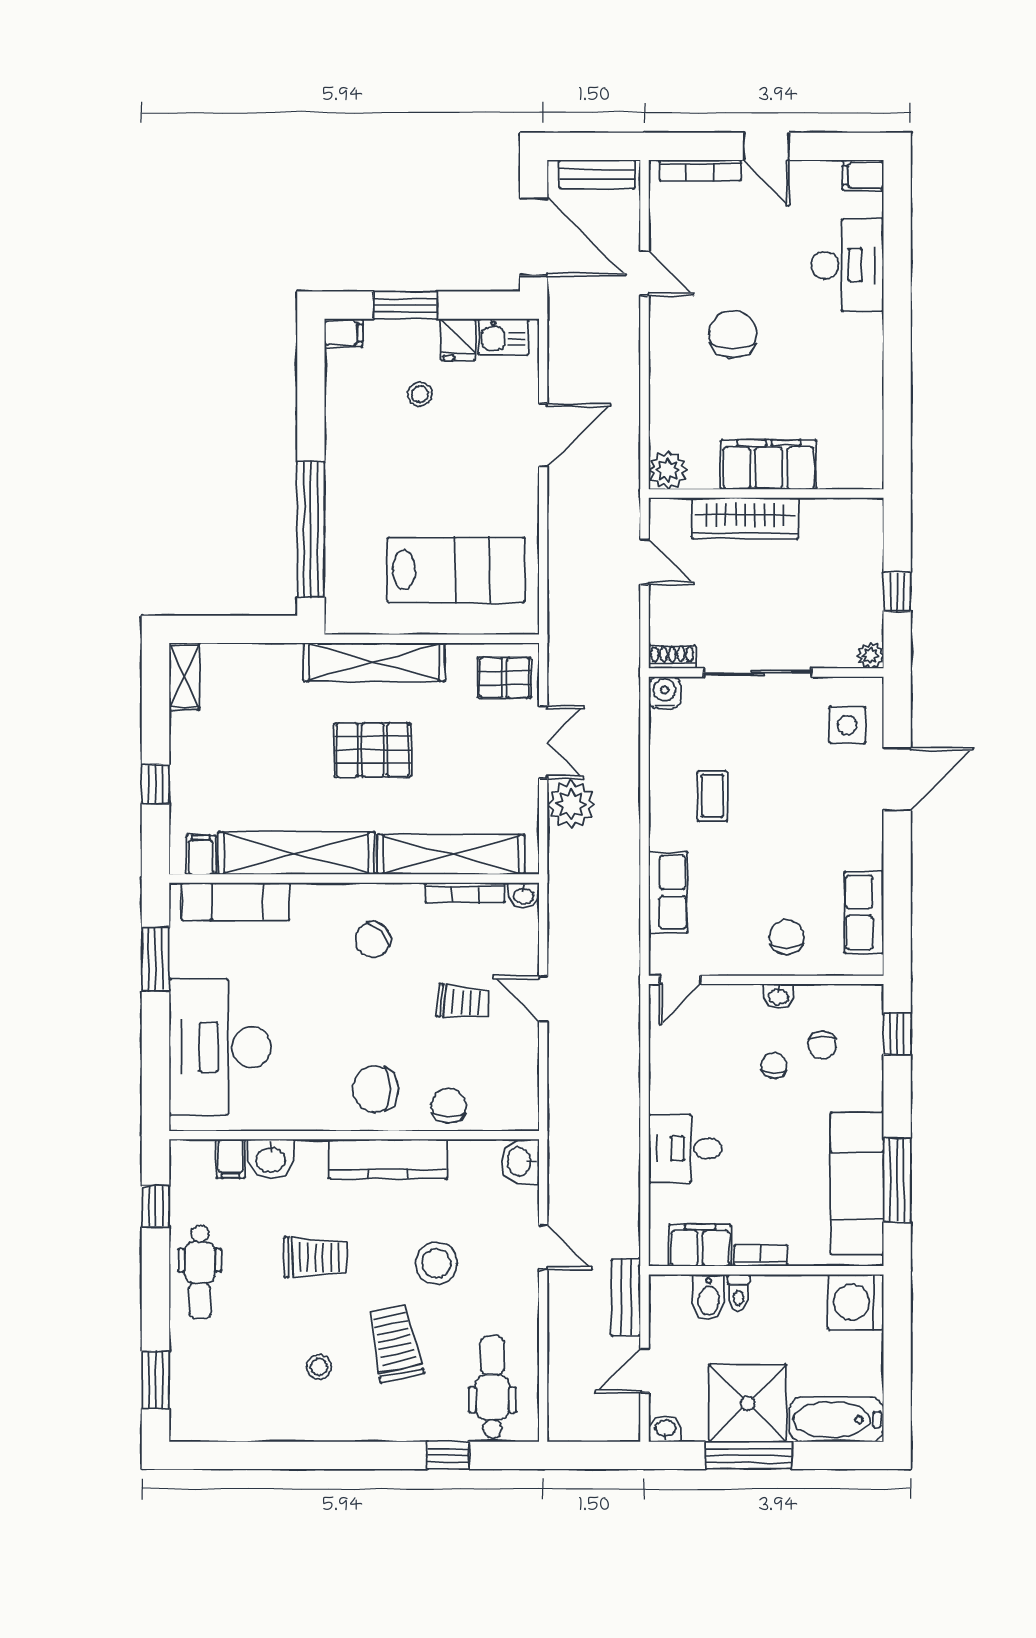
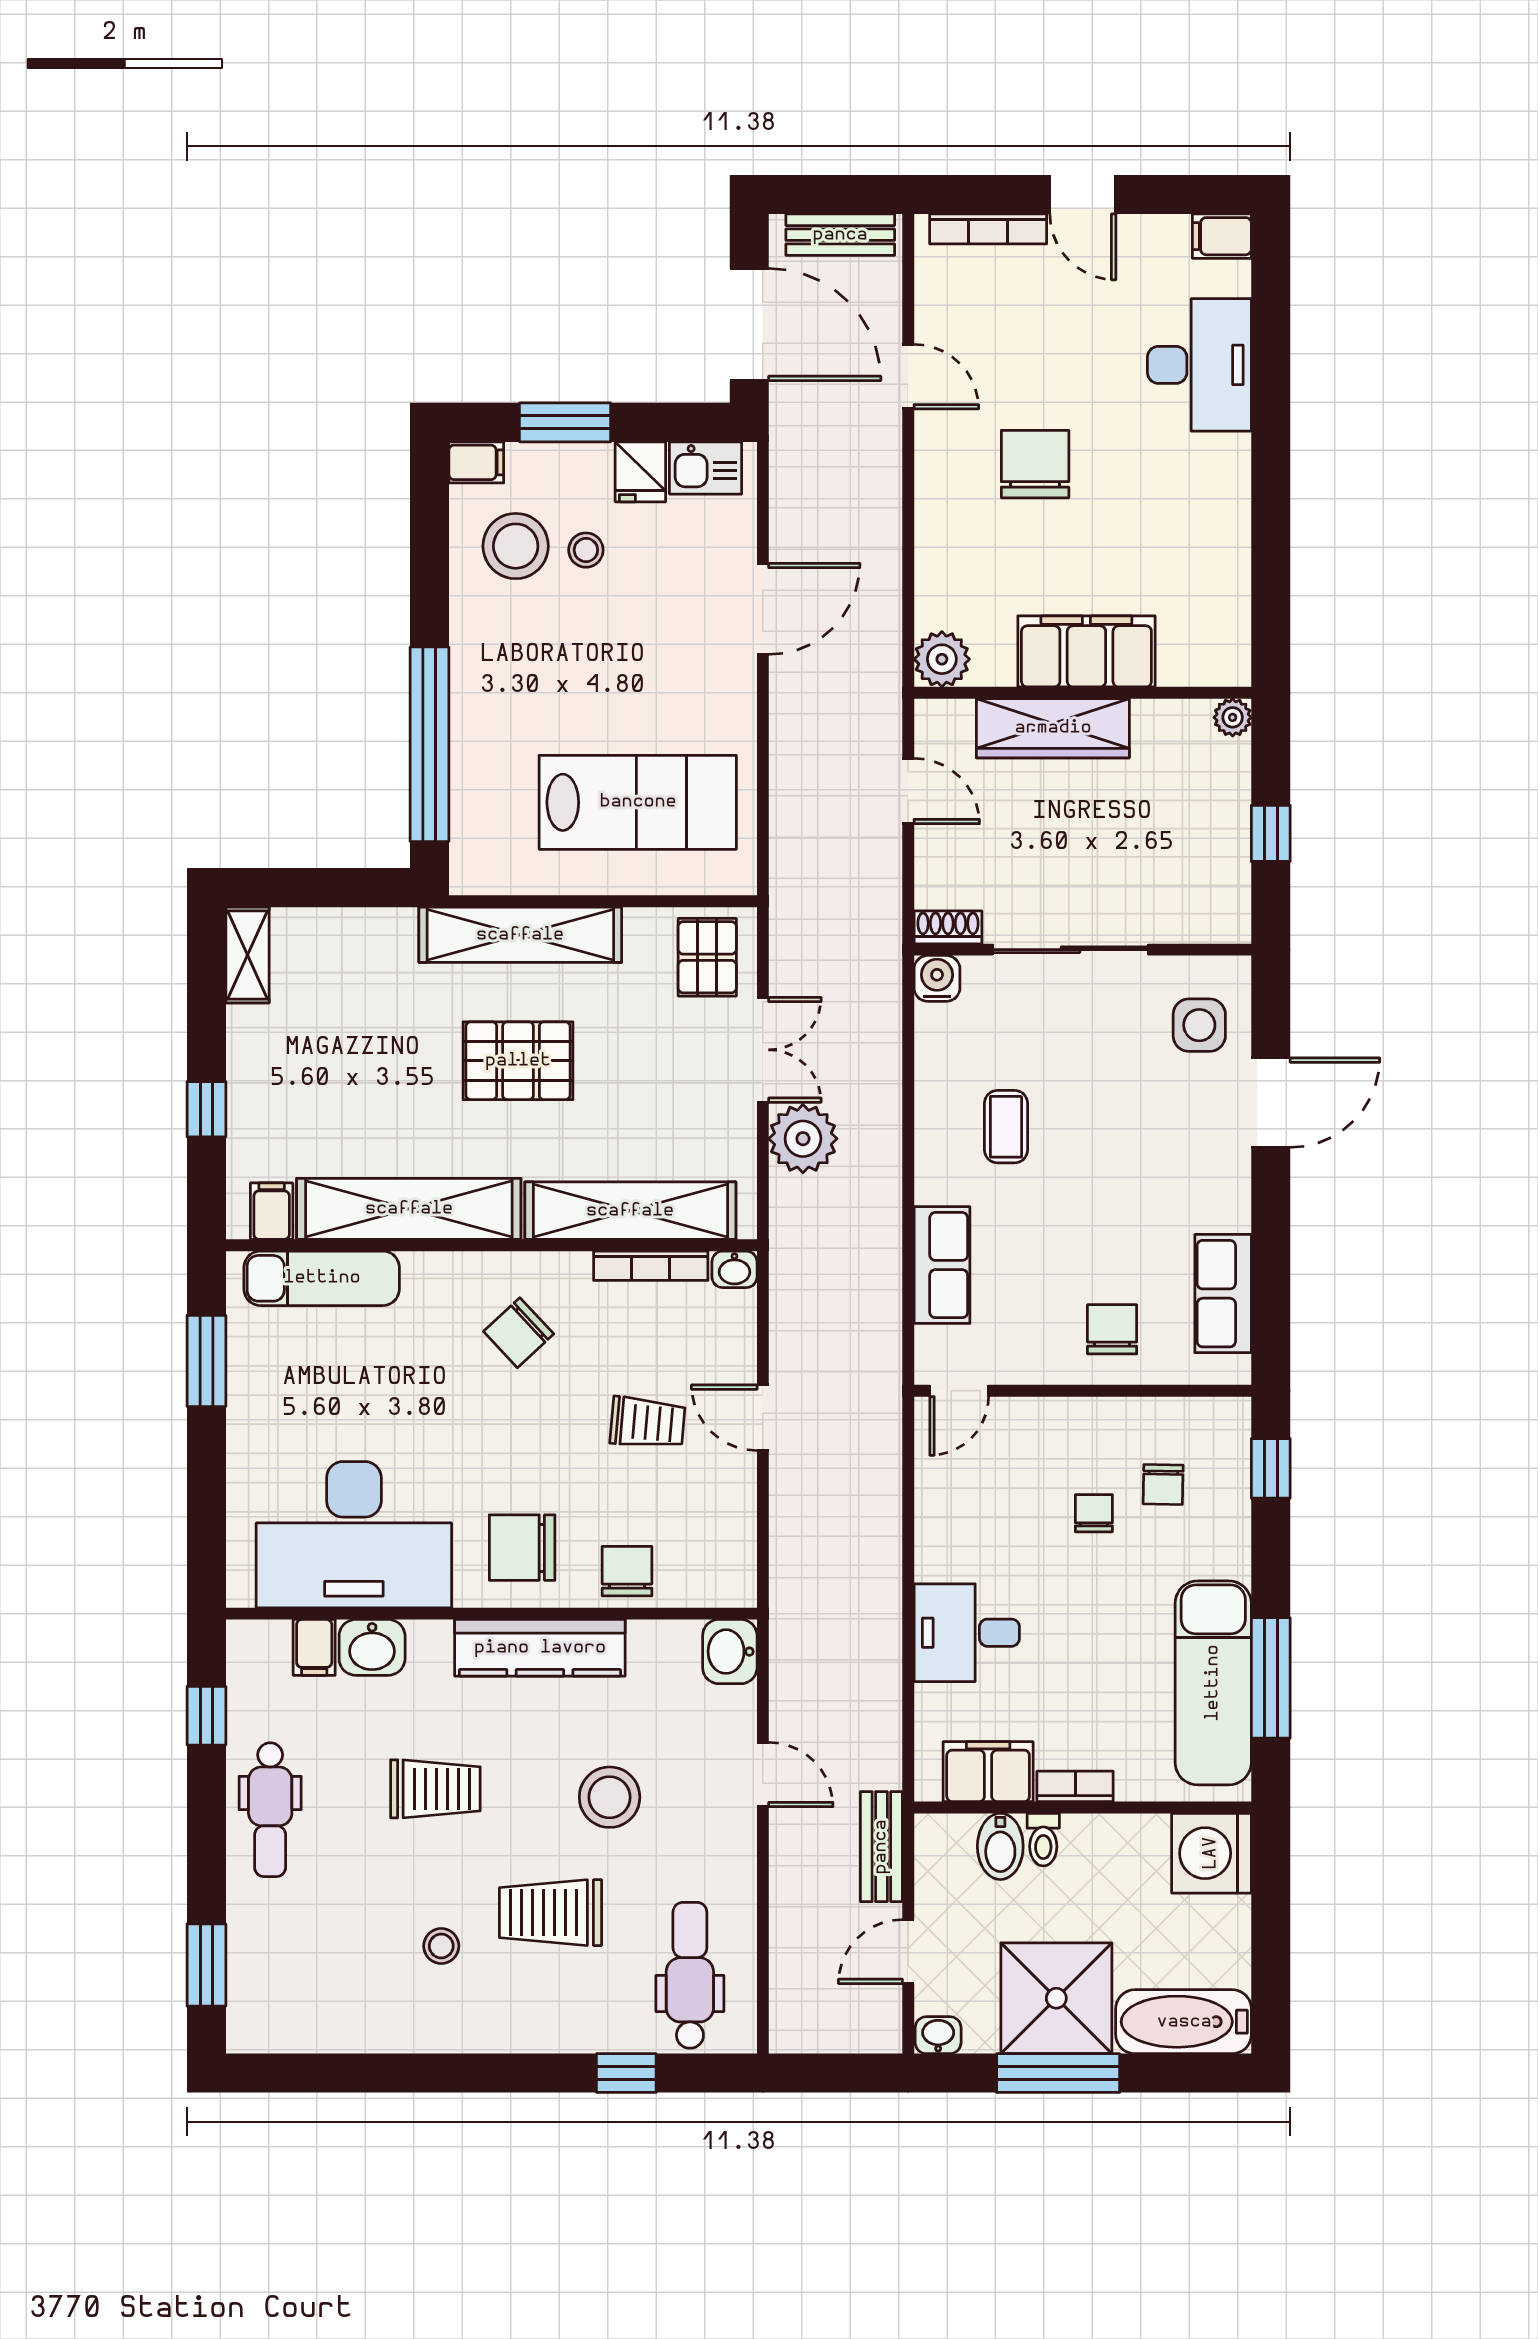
stool: (371, 391) -> (516, 546), added
plant: (871, 655) -> (1233, 717), moved
pallet: (504, 678) -> (707, 957), turned 90
washbasin: (778, 996) -> (1100, 1414), removed
desk: (220, 1047) -> (354, 1535), moved, turned -90
trolley: (395, 1344) -> (551, 1913), turned -78

